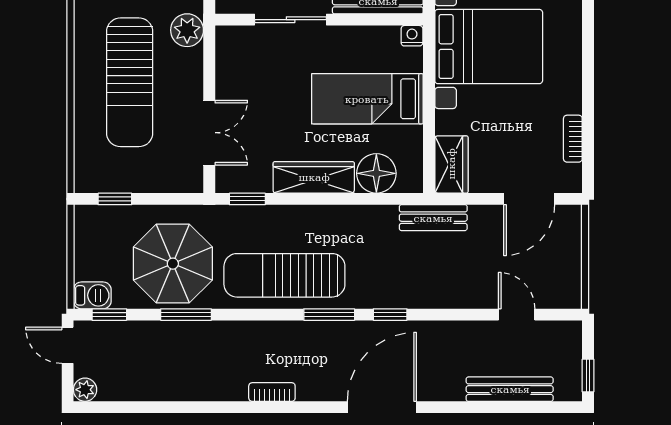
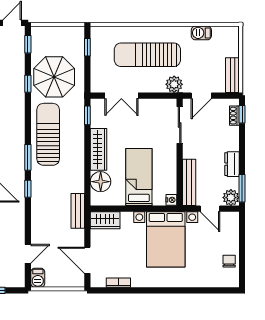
sliding door: (291, 20) -> (180, 125), moved
barbecue: (92, 295) -> (38, 278), moved
window: (186, 315) -> (28, 84), width x0.67

